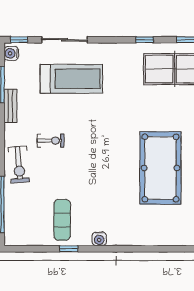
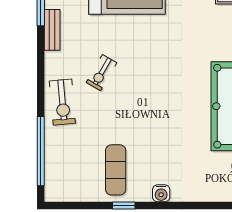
exercise bike: (51, 141) -> (101, 73), turned 120

